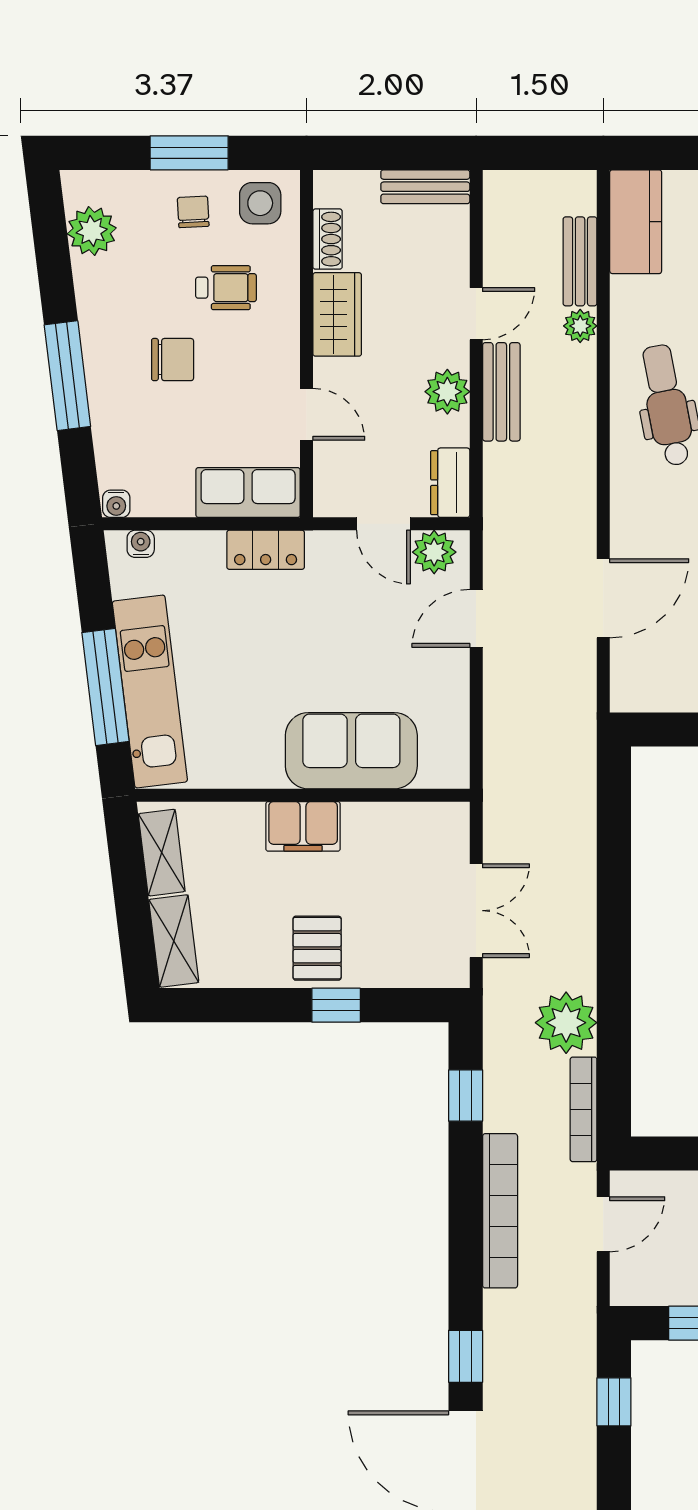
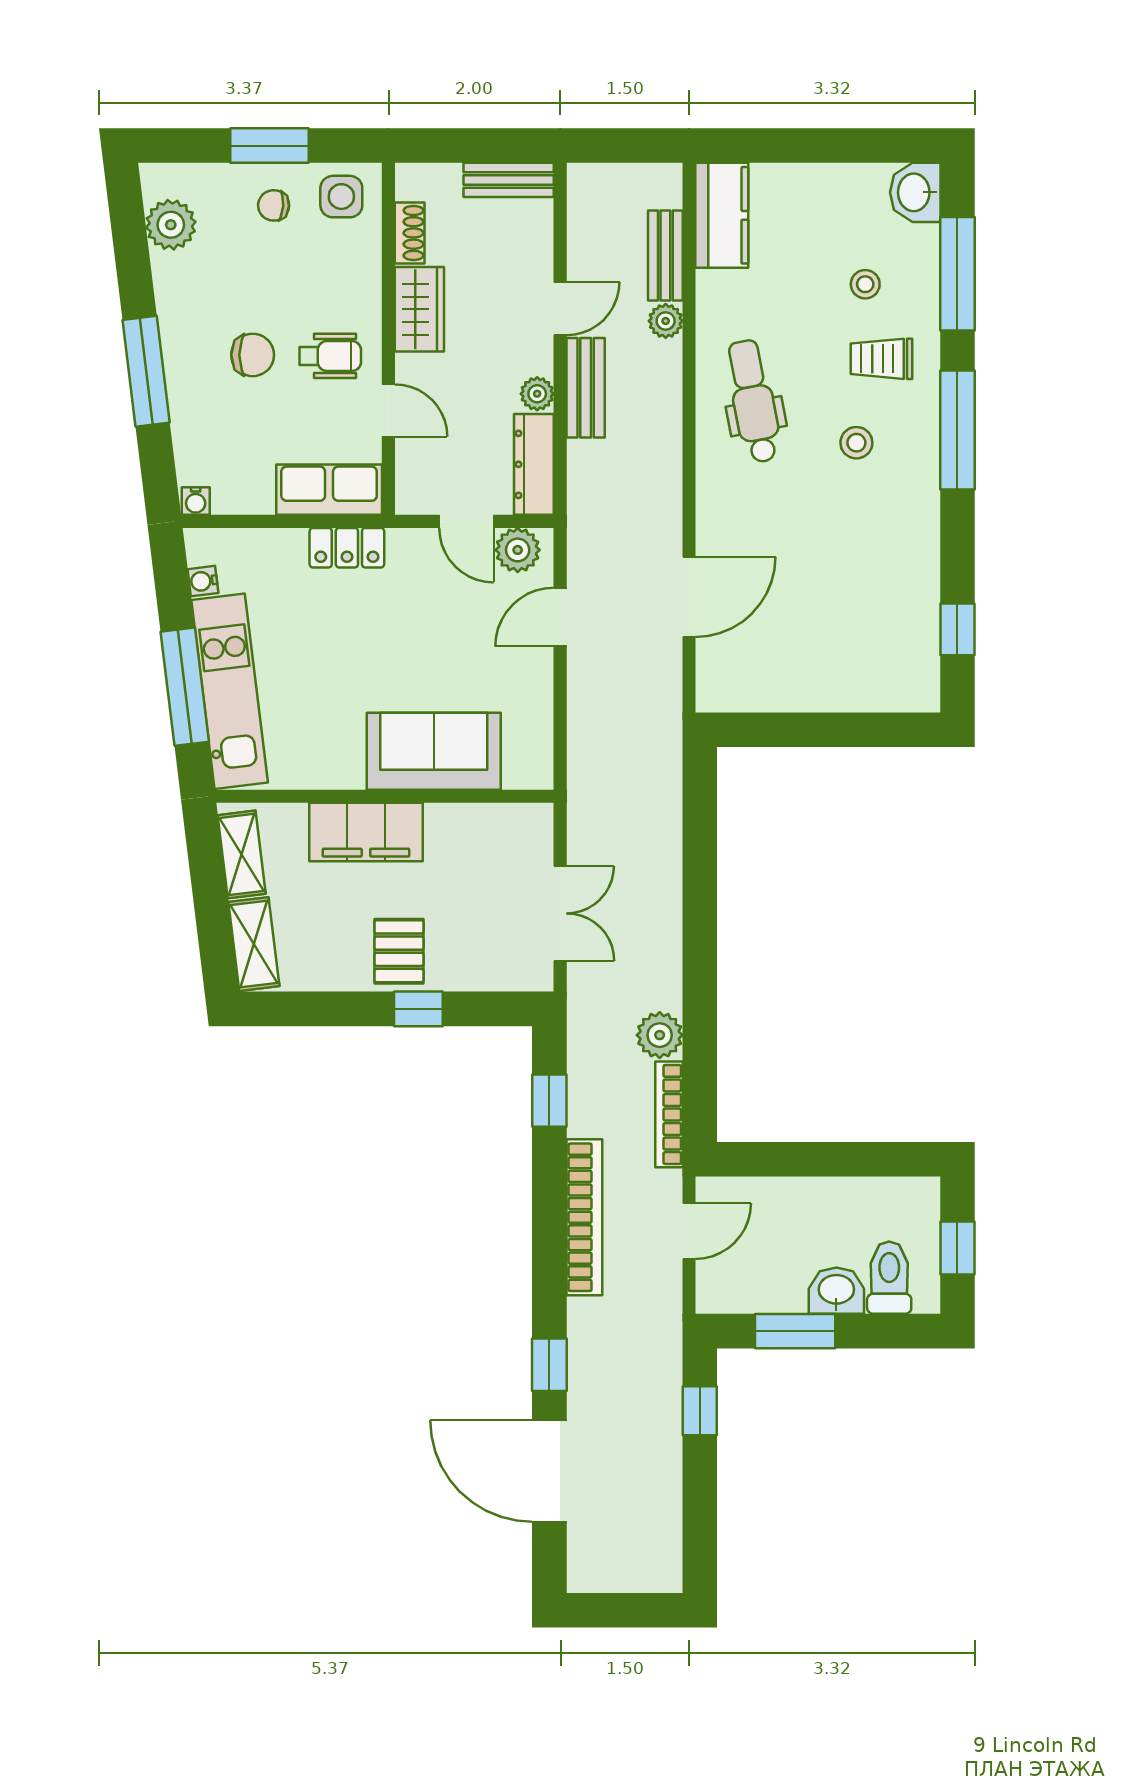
chair: (193, 212) -> (274, 205), turned -83
wheelchair: (226, 288) -> (330, 356), moved
plant: (447, 392) -> (537, 394), width x0.73, depth x0.73
dresser: (450, 483) -> (534, 464), width x1.44
water cooler: (141, 544) -> (203, 581), moved, turned -97
filing cabinet: (303, 826) -> (366, 832), width x1.50, depth x1.17
plant: (566, 1023) -> (660, 1035), width x0.73, depth x0.73

